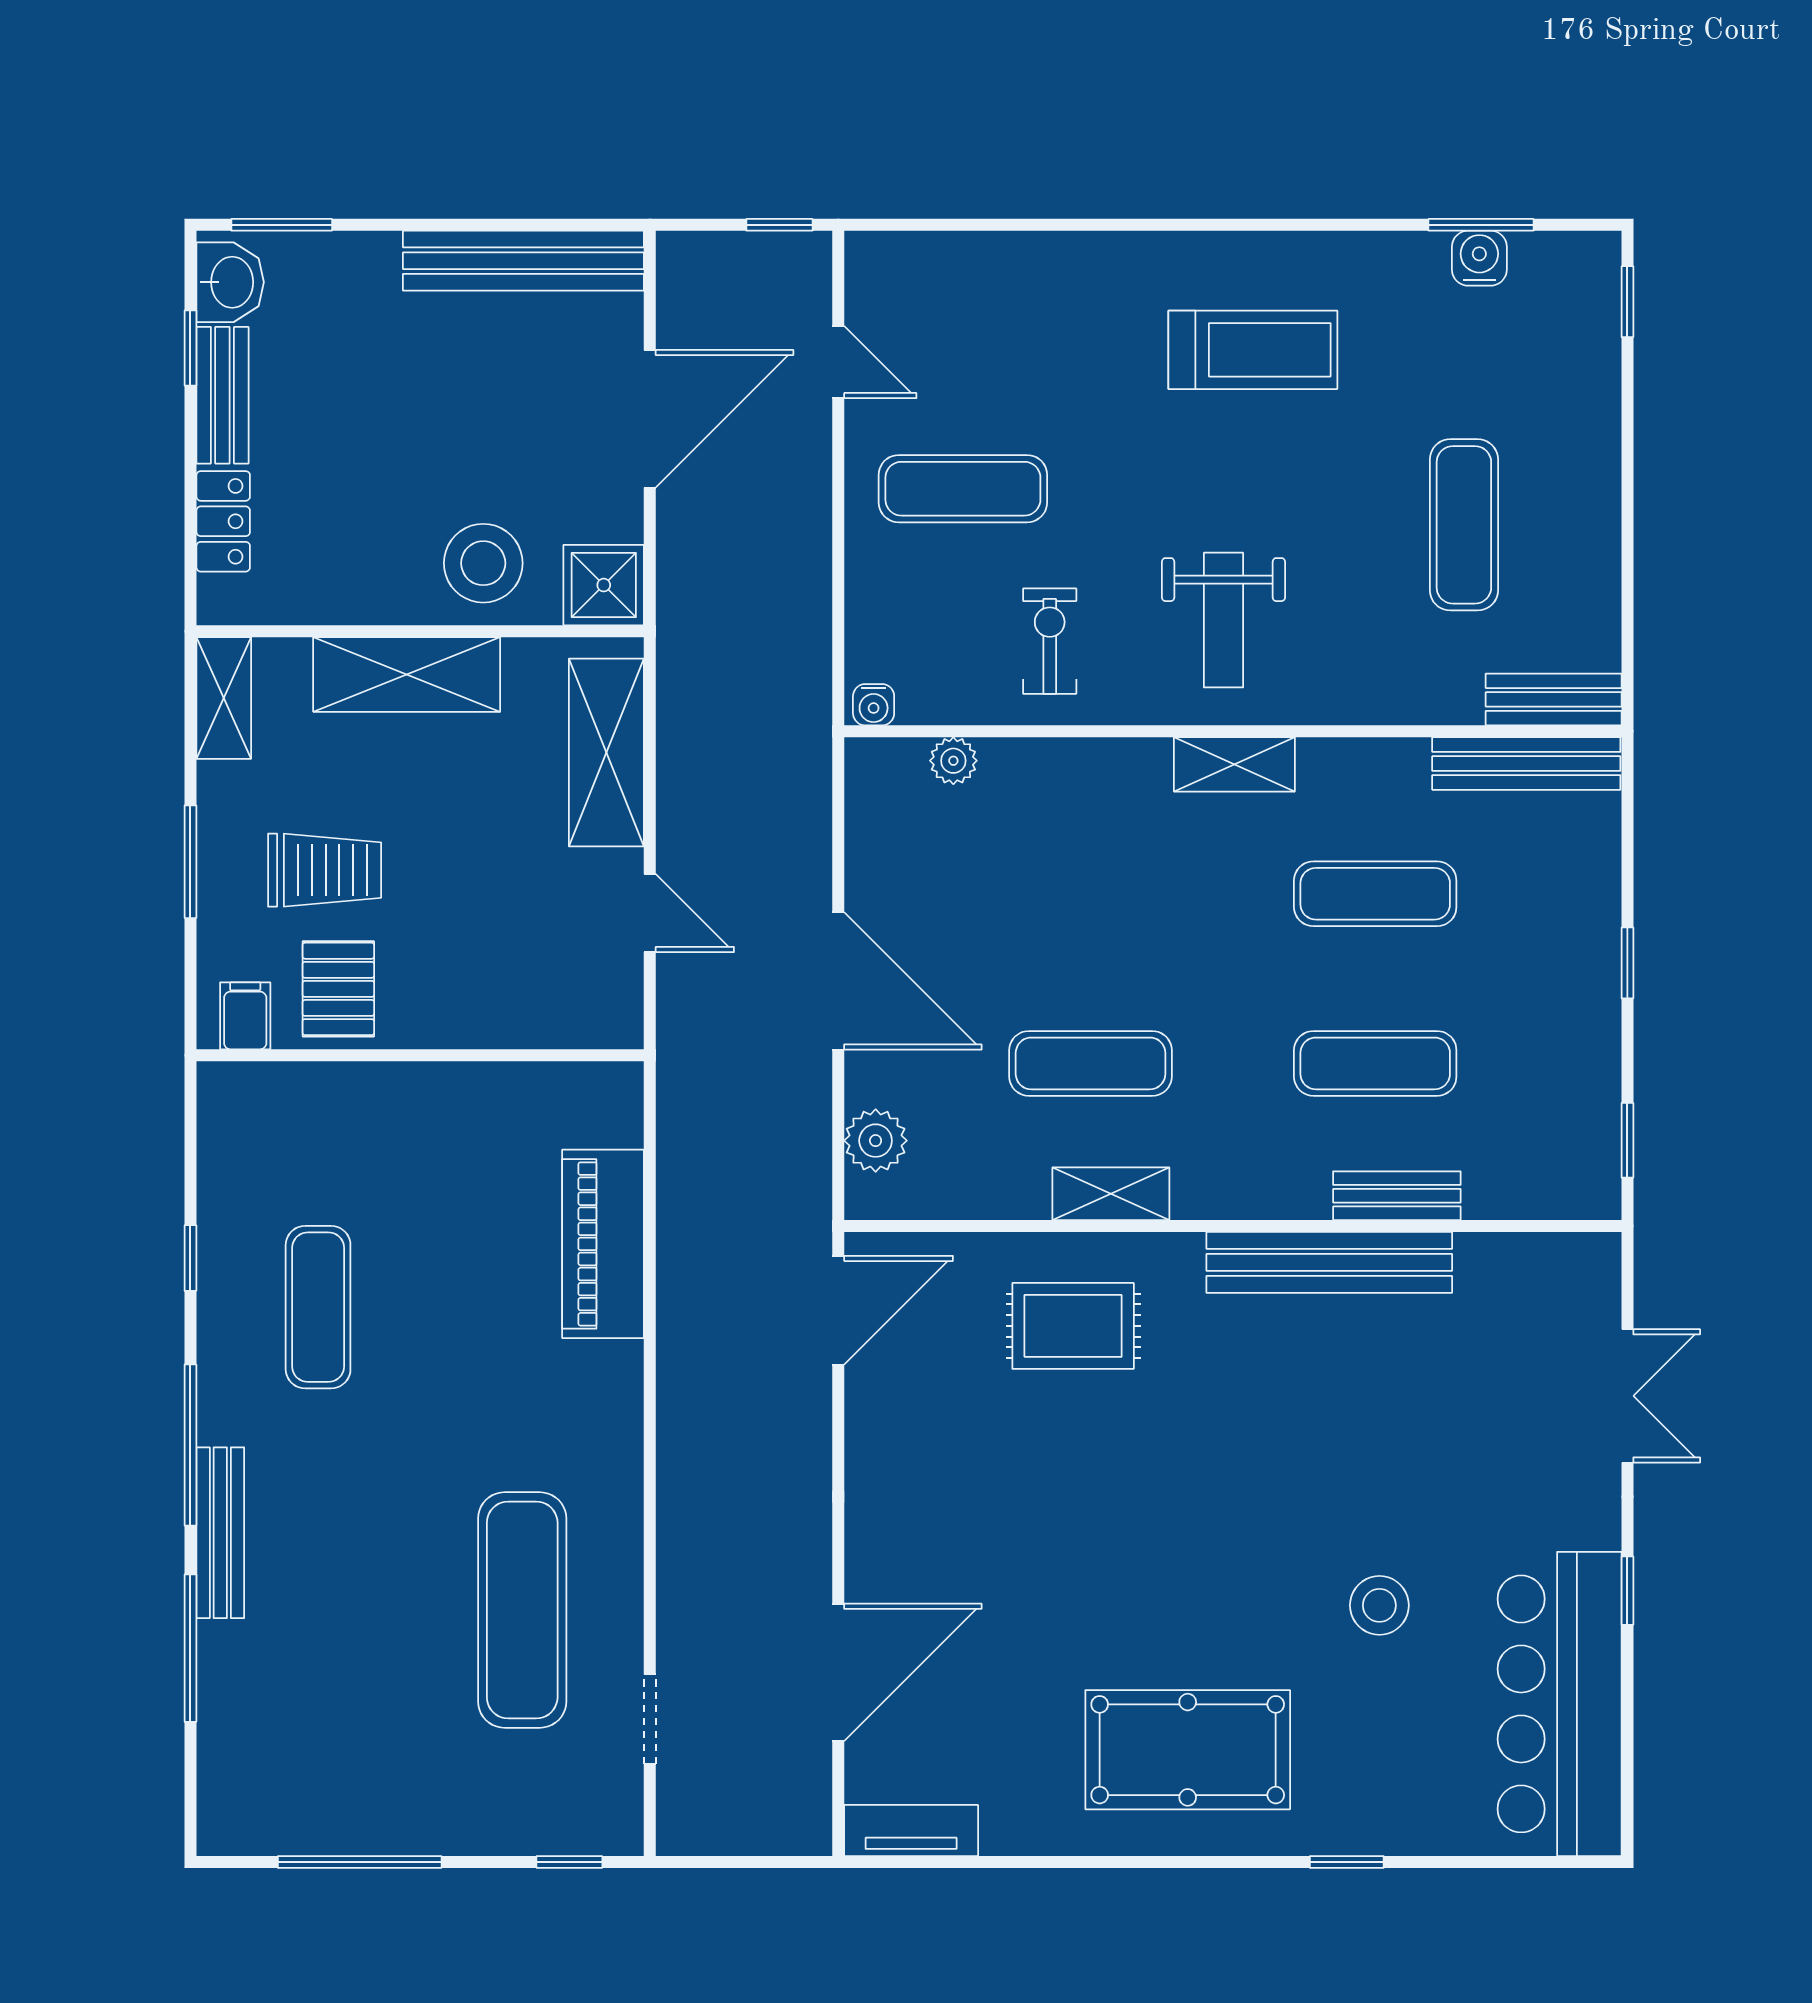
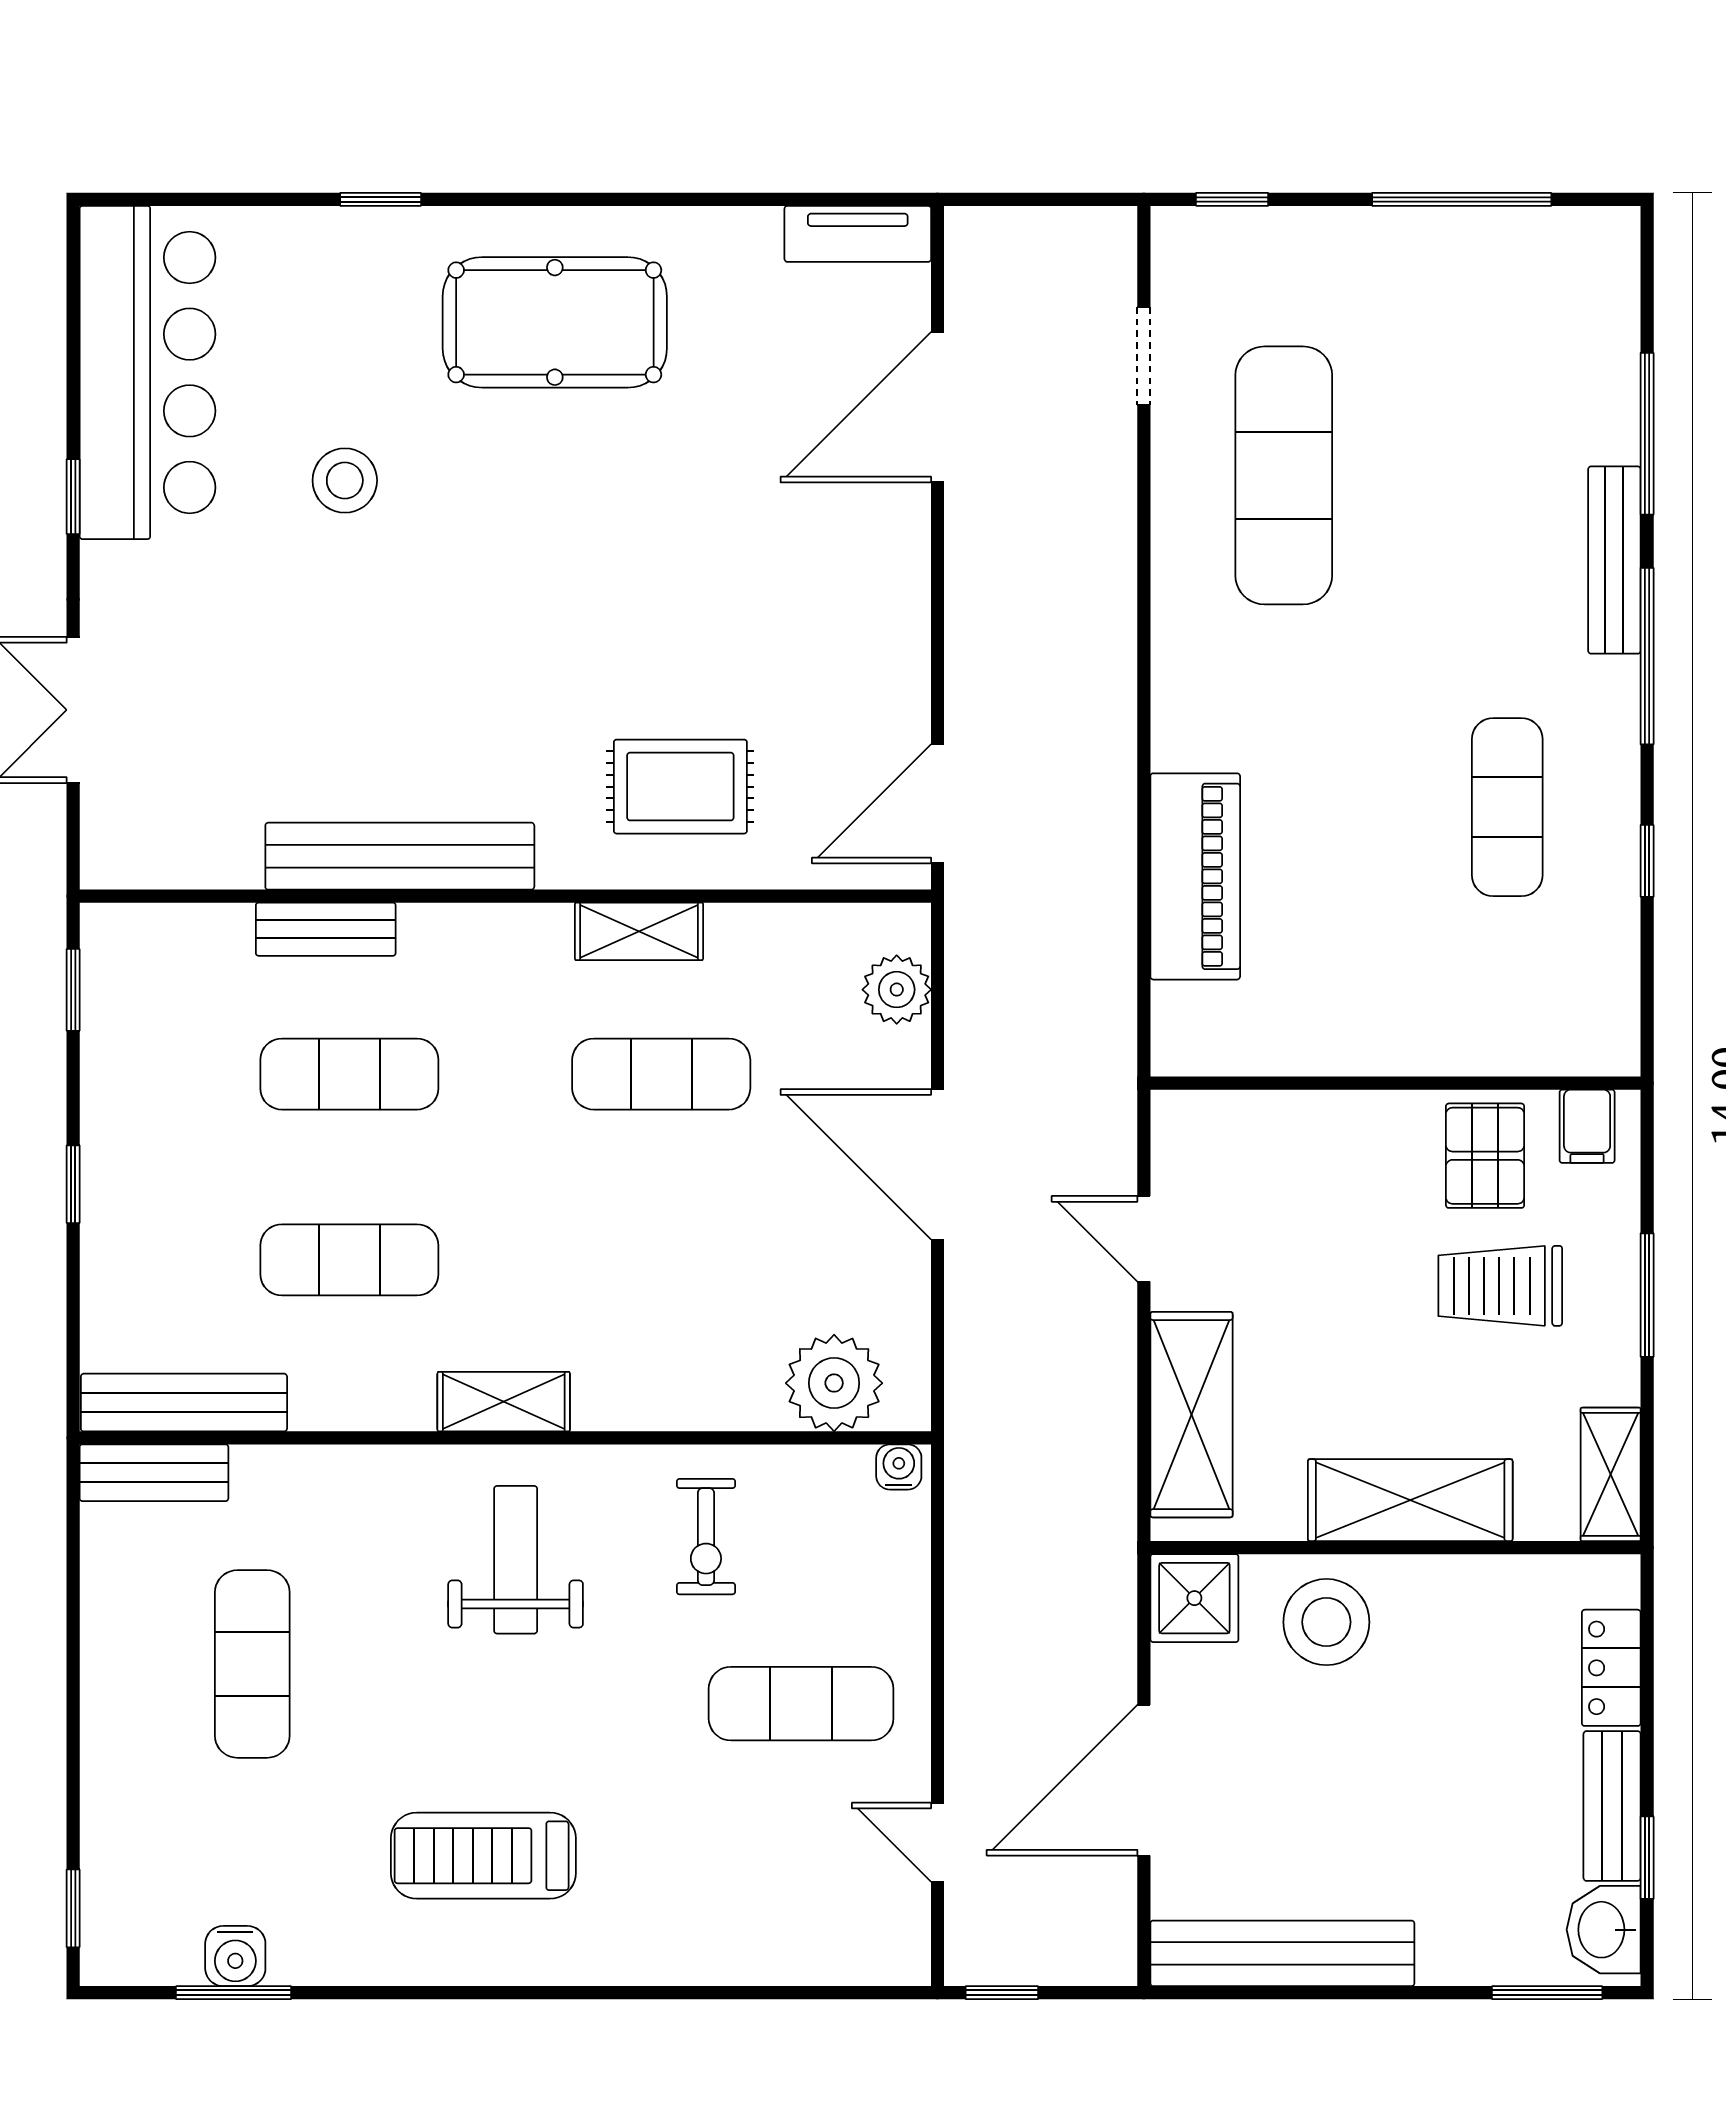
plant: (953, 761) -> (834, 1383), width x1.87, depth x1.87

